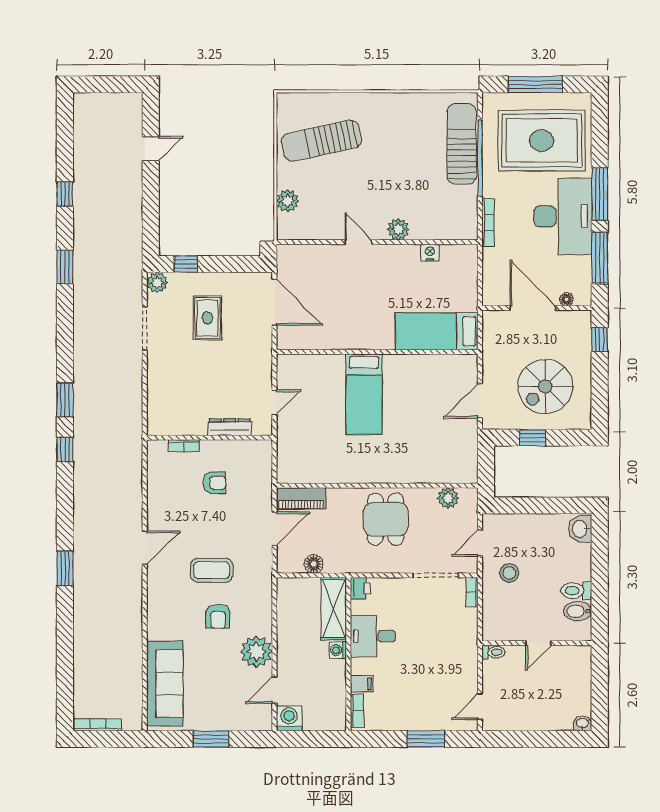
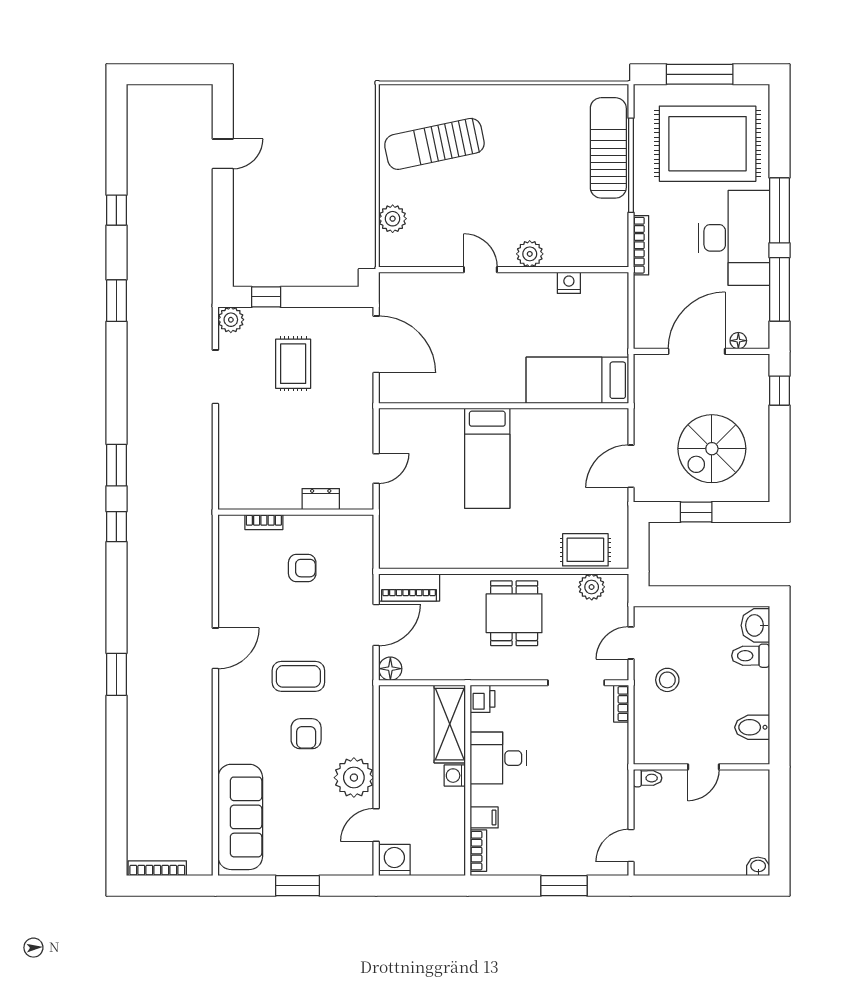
door: (533, 308) -> (697, 351), hinge flipped
dresser: (230, 427) -> (321, 499), width x0.70
rug: (443, 468) -> (585, 550), added
floor lamp: (314, 564) -> (390, 669), moved
toilet: (576, 591) -> (751, 656), moved

